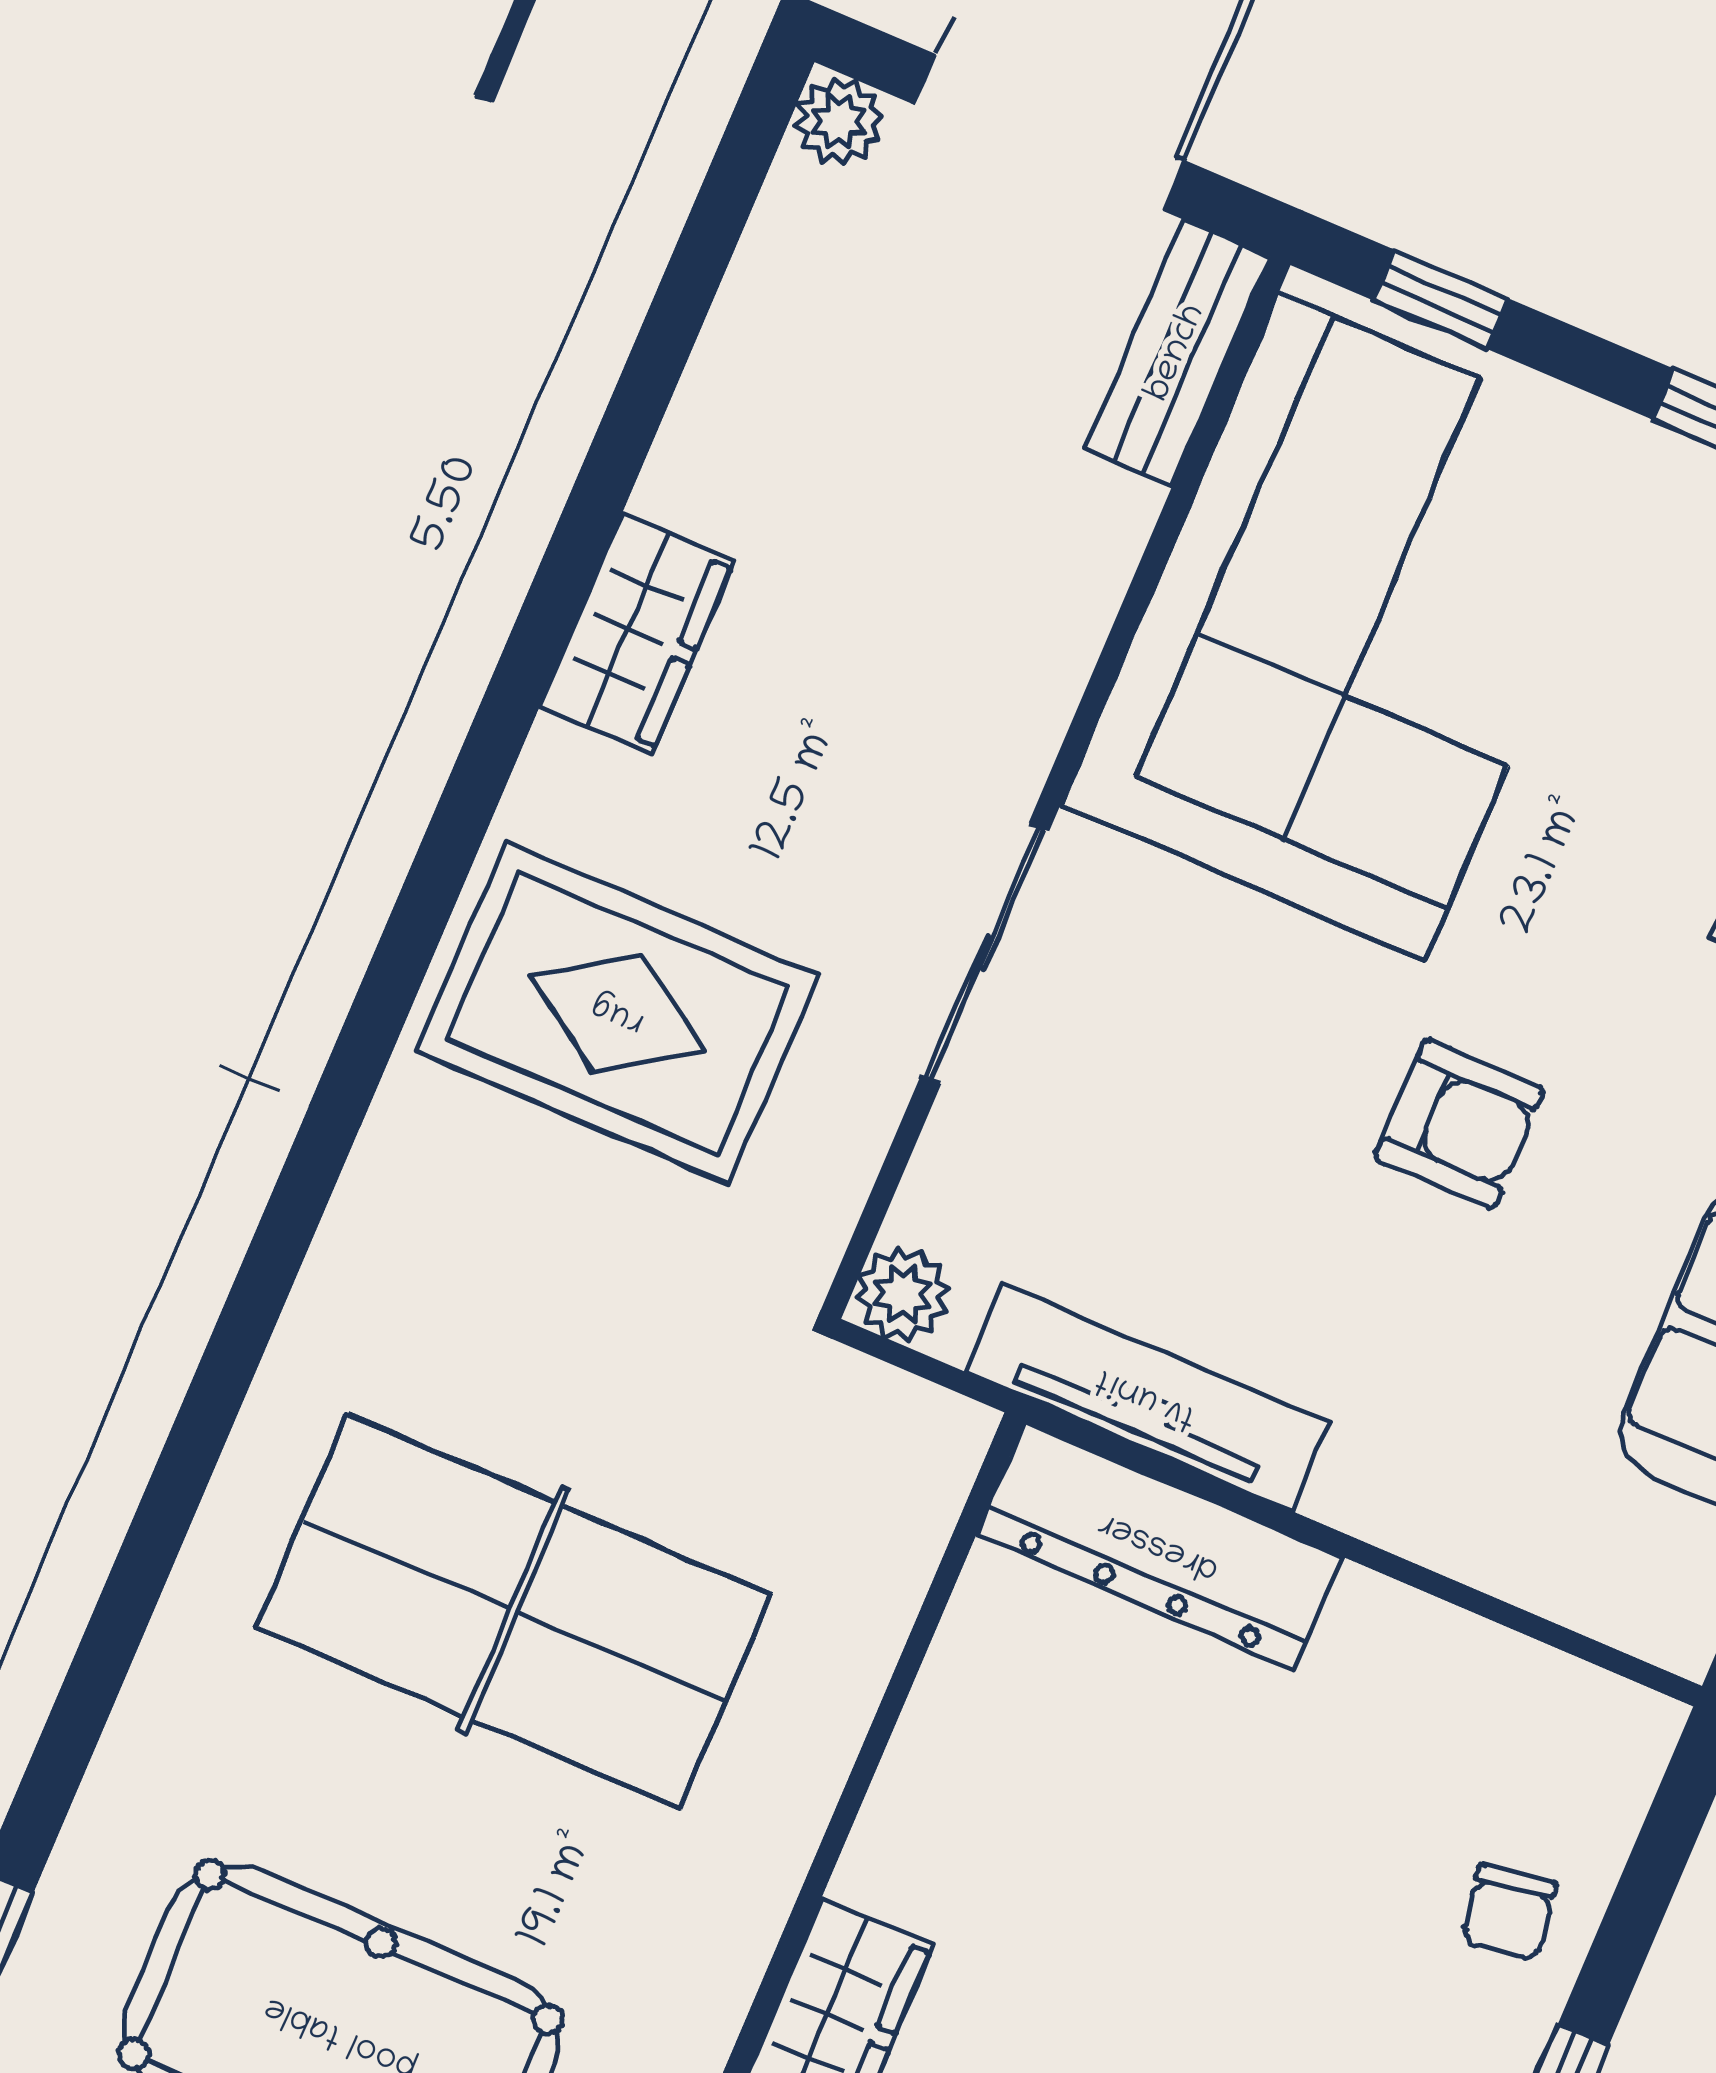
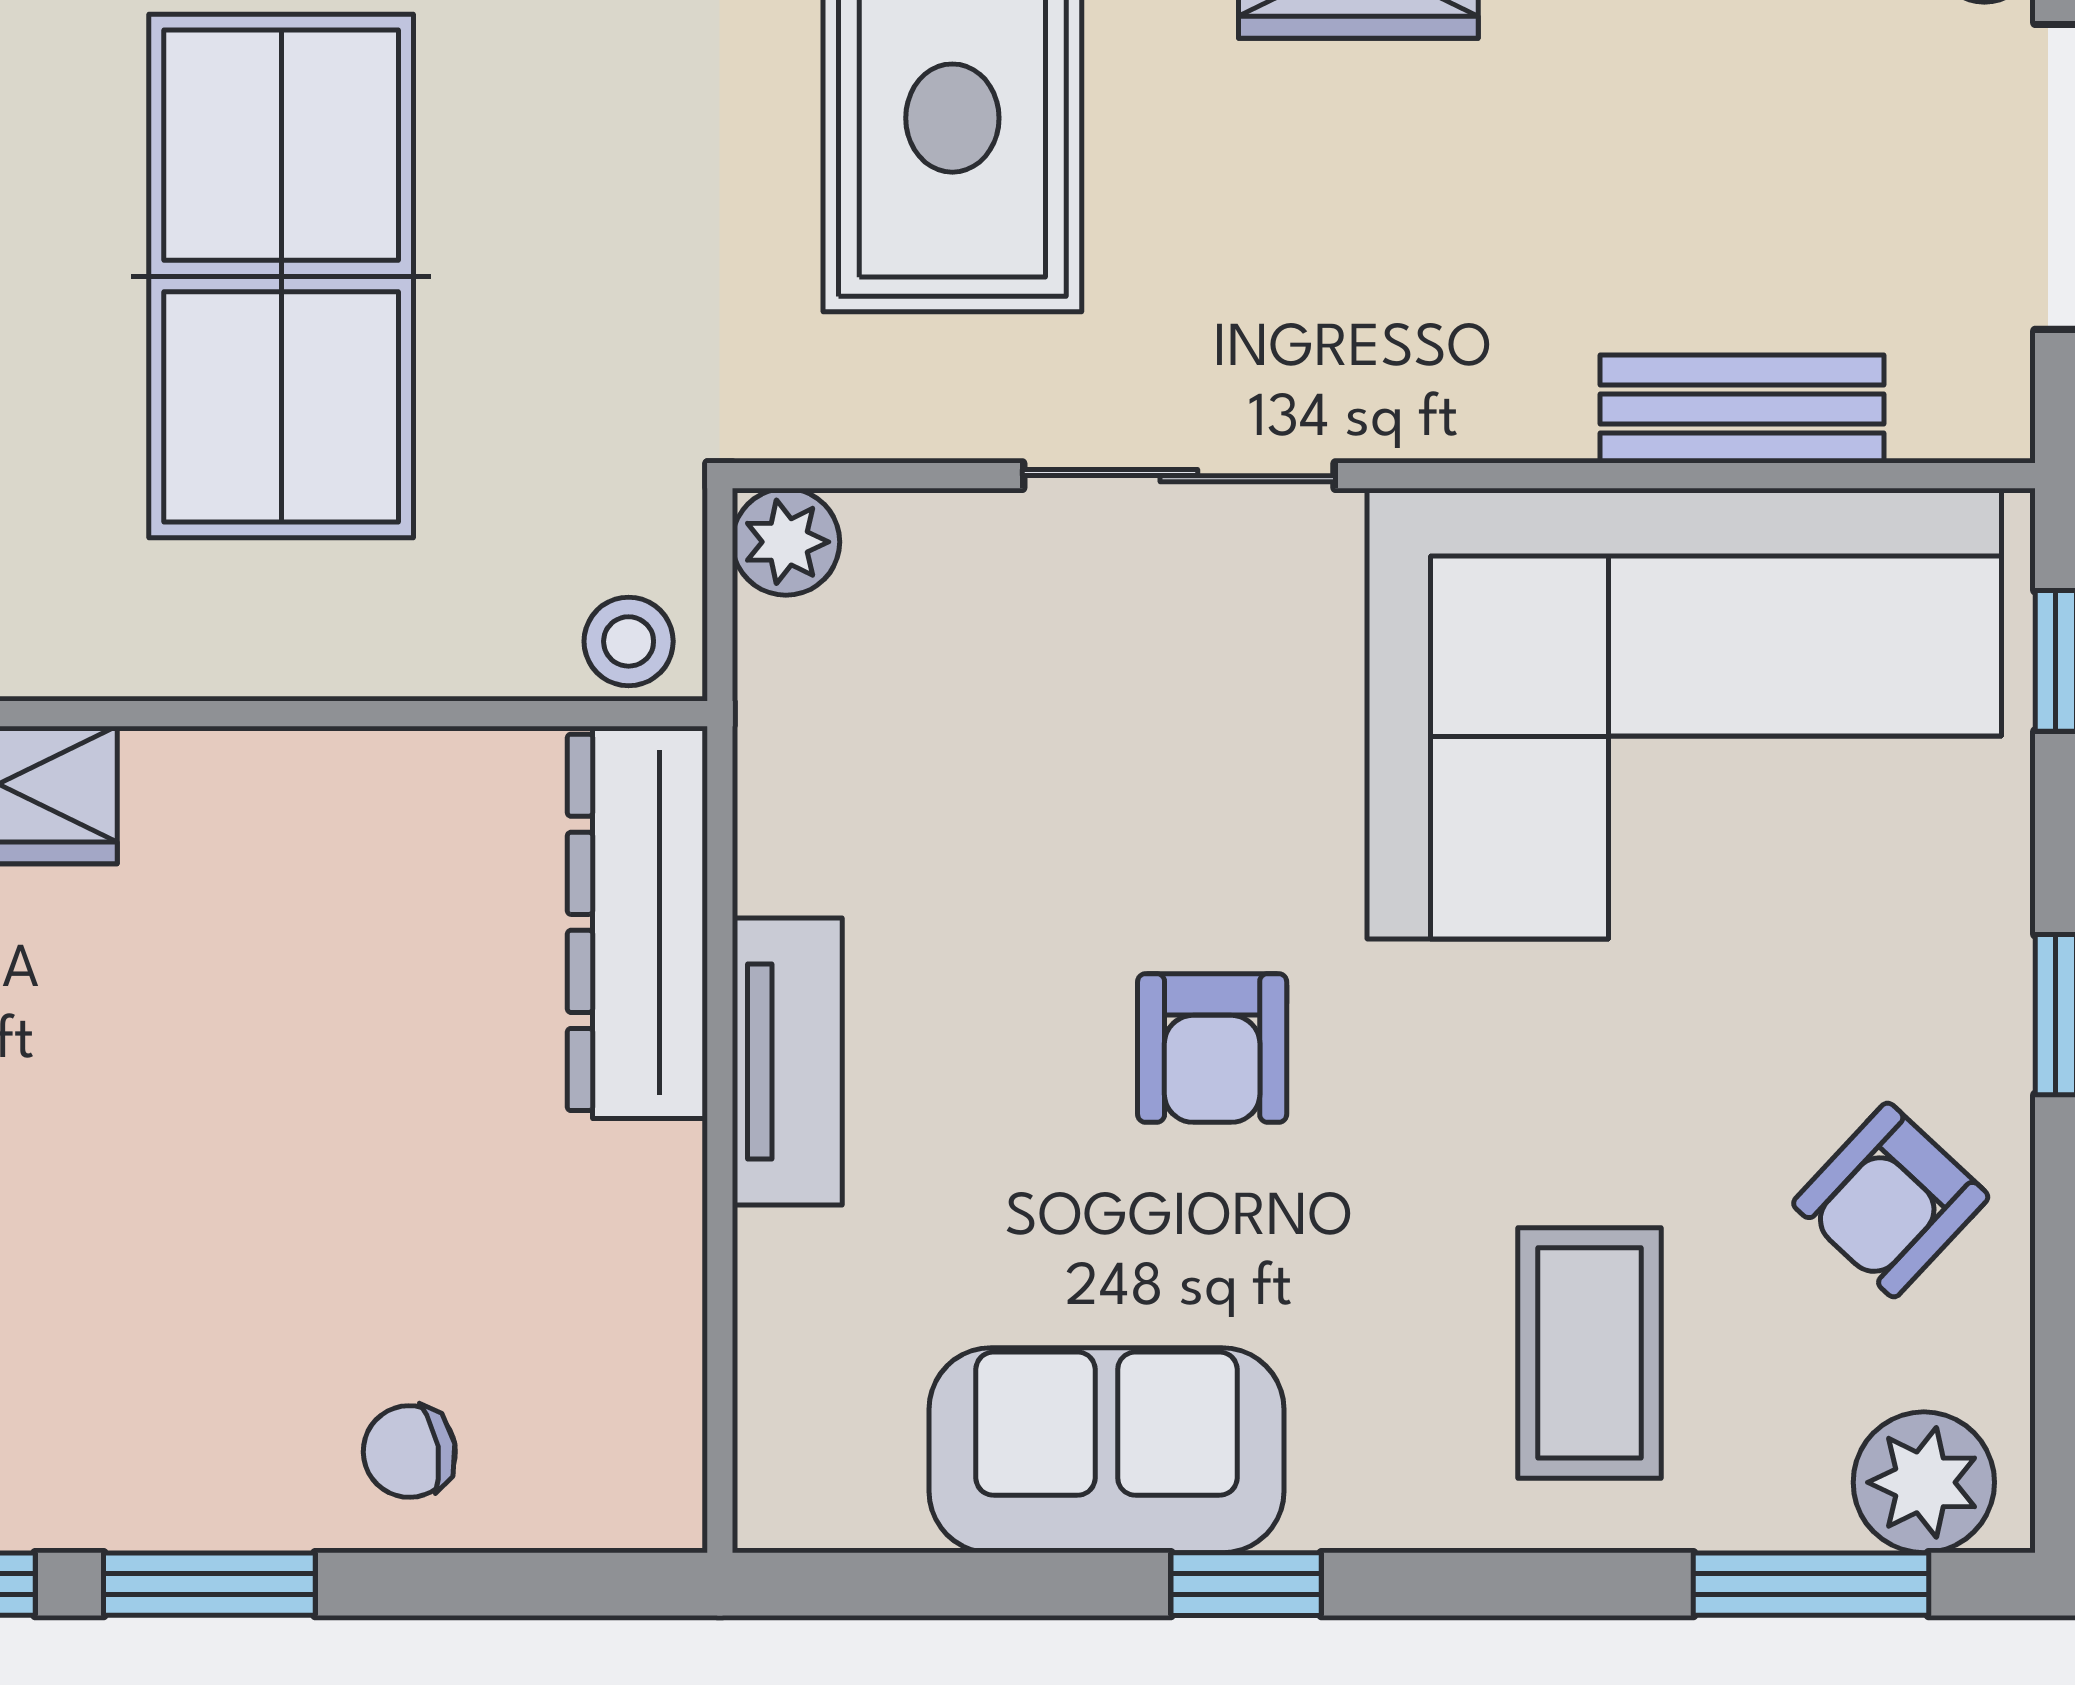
bench: (1177, 353) -> (1742, 409), moved
tv unit: (1147, 1397) -> (787, 1062), moved, width x0.71
stool: (929, 1456) -> (629, 641), added

